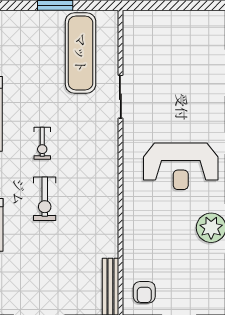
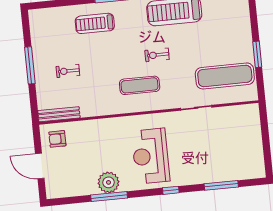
exercise mat: (82, 172) -> (140, 85), added
exercise bike: (45, 199) -> (68, 71), moved, width x0.73, depth x0.72

